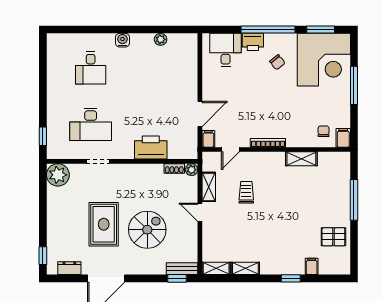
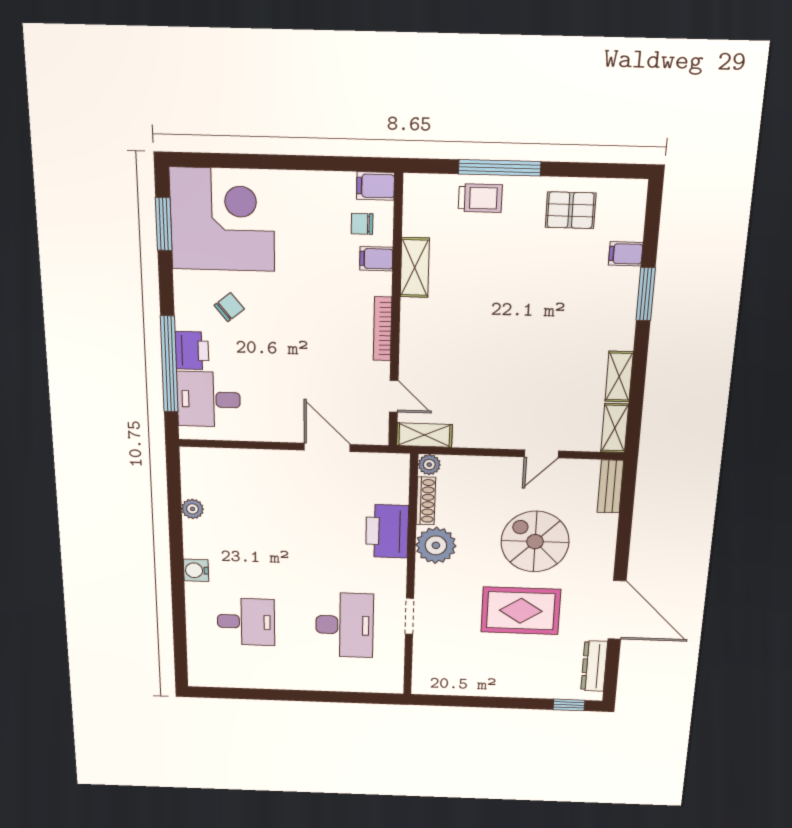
window: (268, 30) -> (169, 364), moved
window: (354, 85) -> (272, 162), removed
window: (43, 136) -> (364, 698), removed
filing cabinet: (208, 139) -> (376, 259), moved
shoe rack: (174, 168) -> (426, 501), width x1.43
plant: (58, 175) -> (436, 545), moved
shelving: (209, 187) -> (424, 435), moved
trolley: (246, 192) -> (480, 198), moved, turned 180
door: (200, 212) -> (541, 454), moved
pallet: (333, 237) -> (571, 210), turned 90
dresser: (69, 268) -> (594, 666), width x1.44
window: (177, 278) -> (627, 495), removed
window: (291, 278) -> (646, 294), width x1.50

